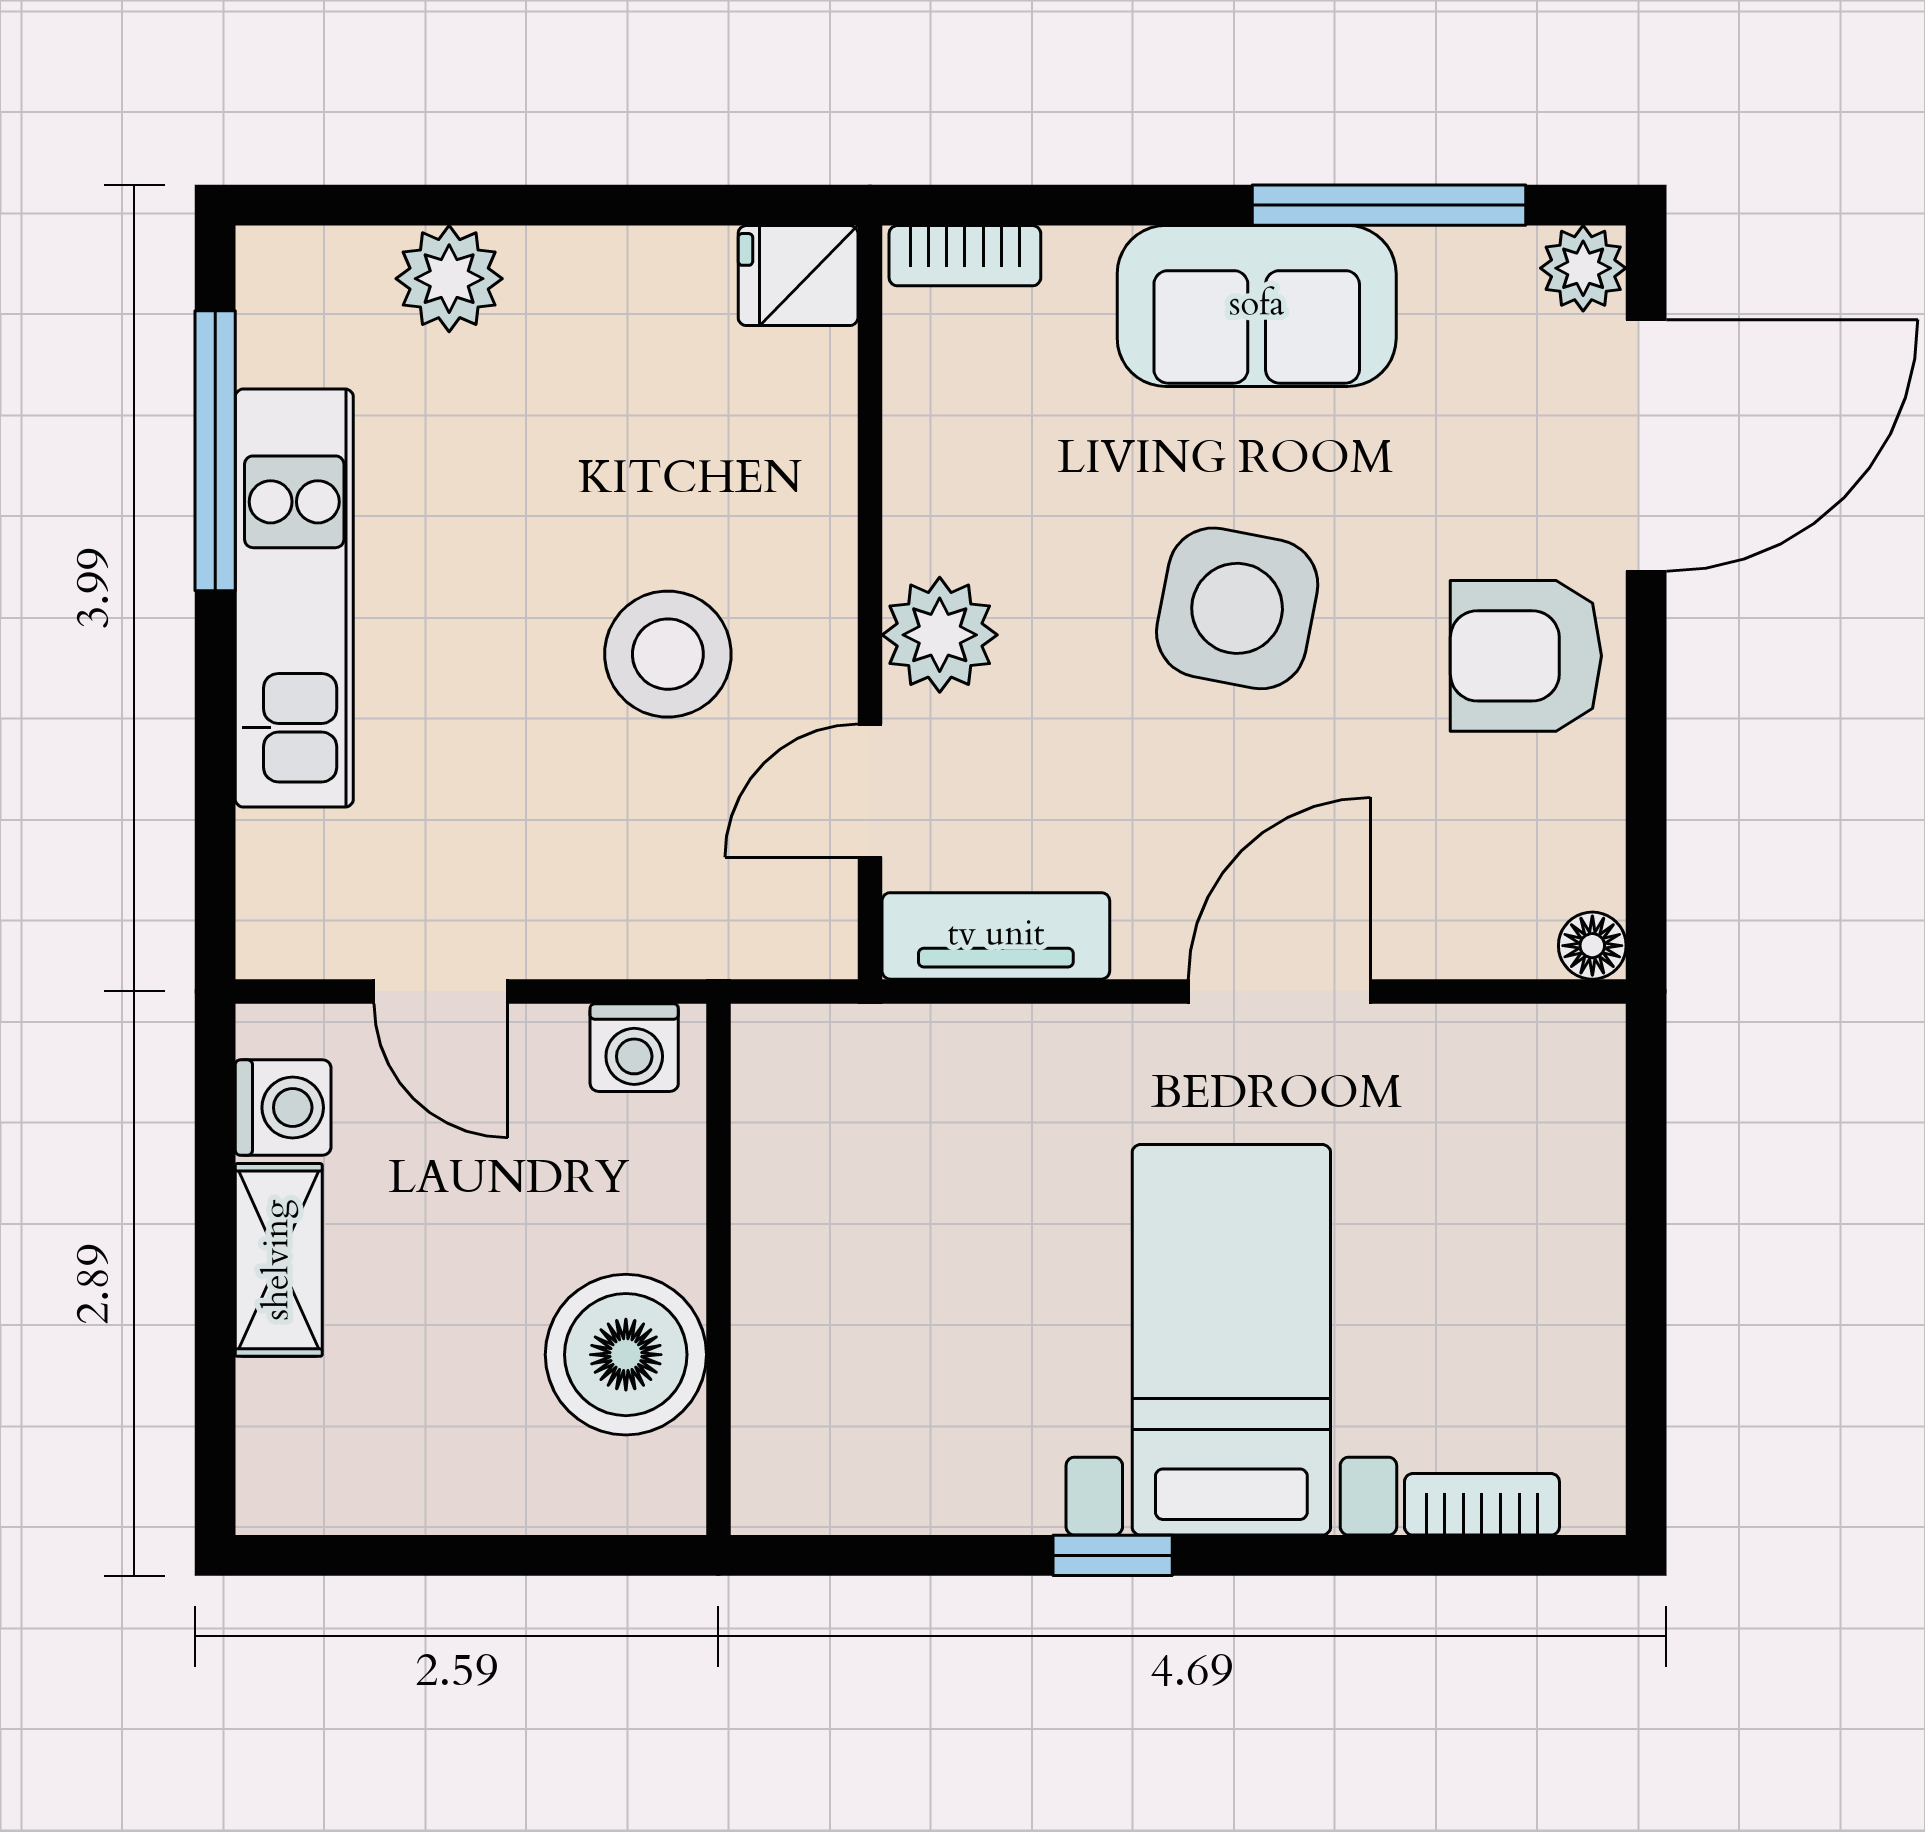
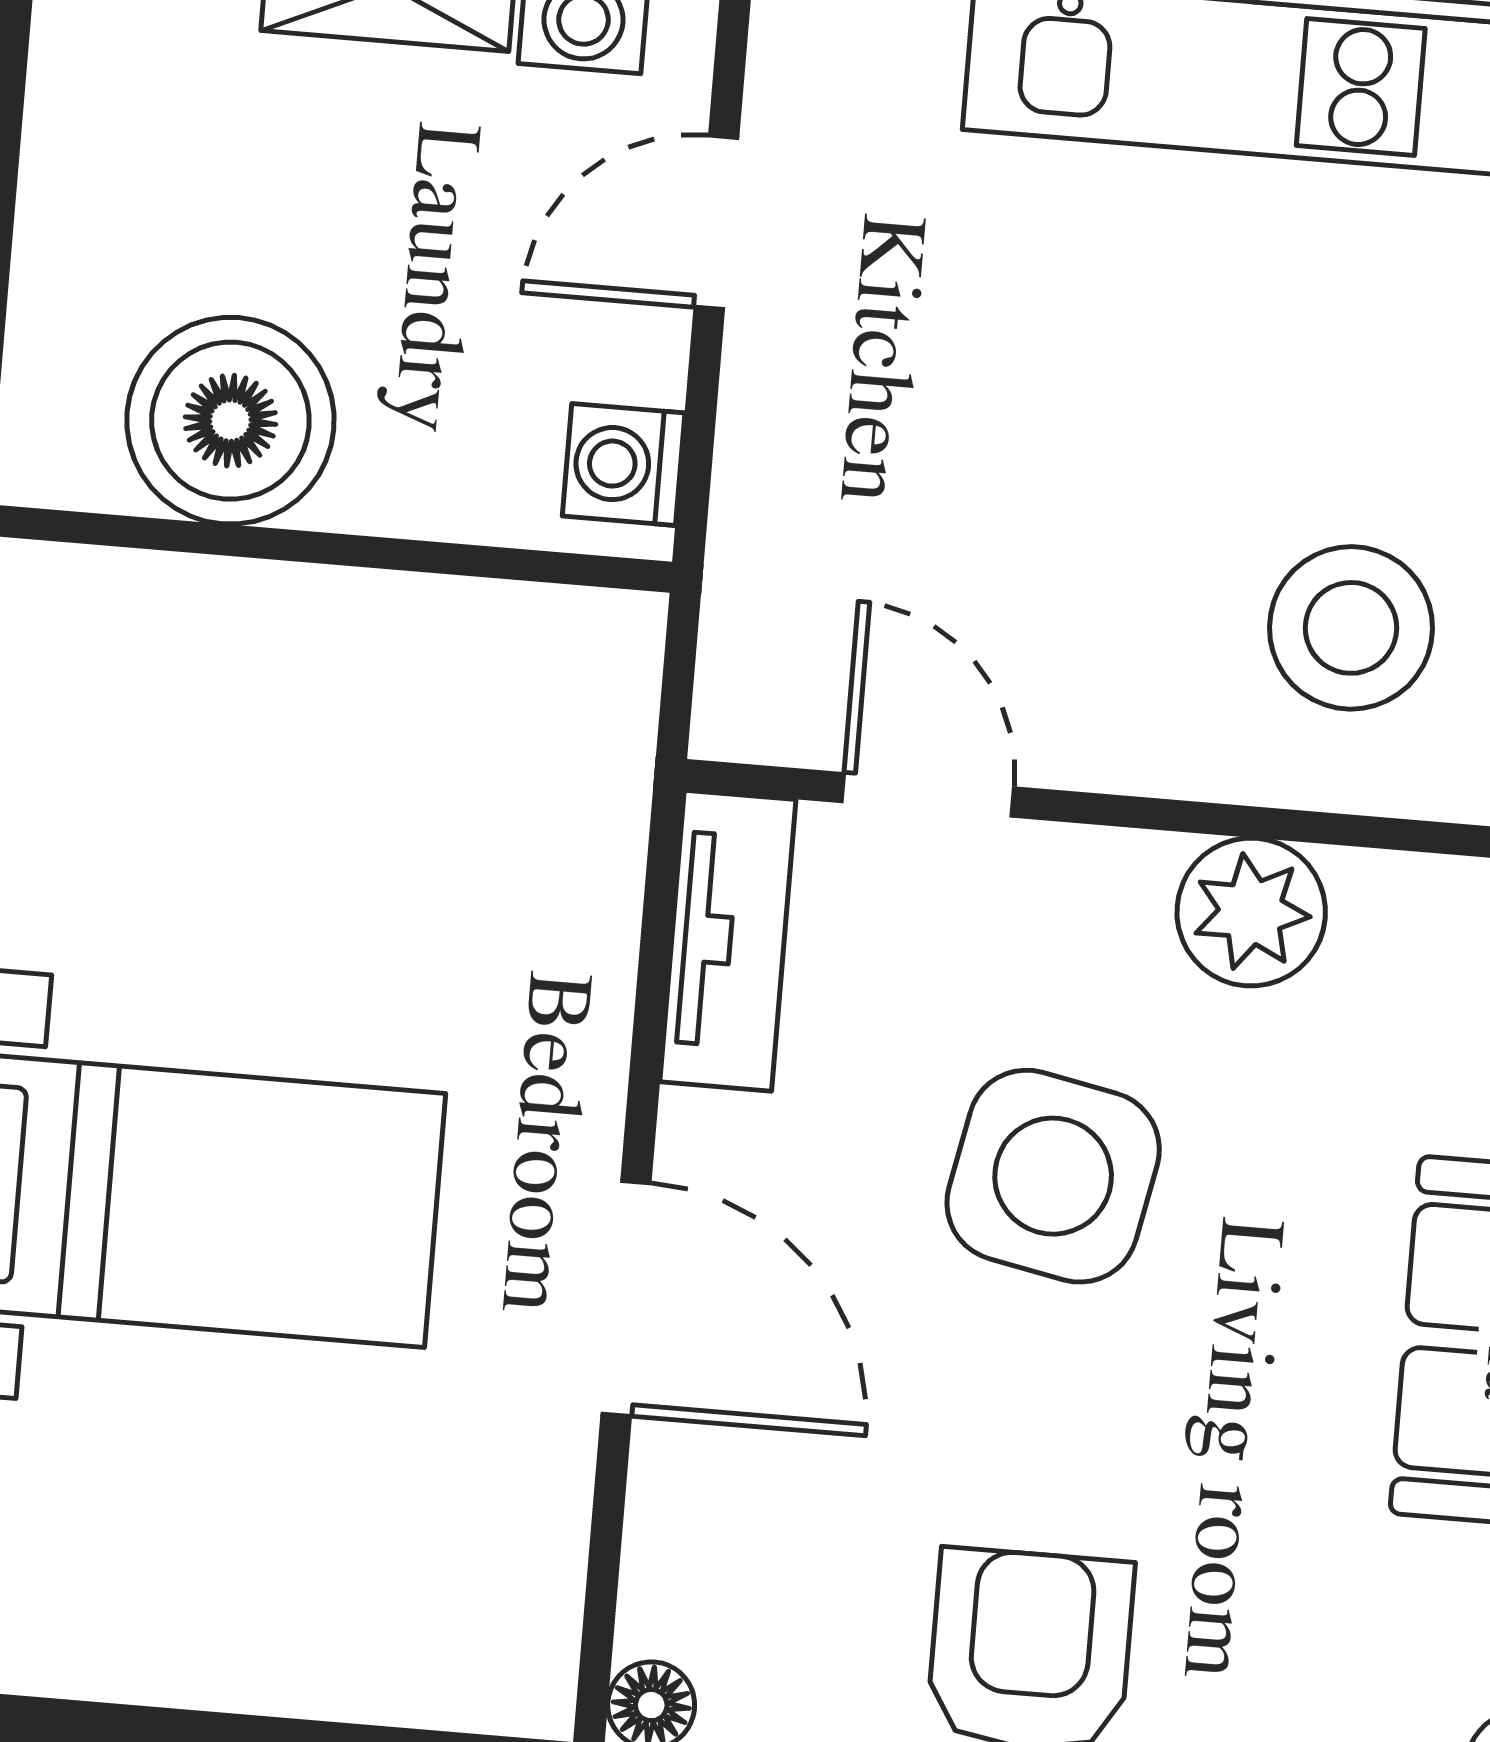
side table: (1237, 608) -> (1053, 1176), moved
plant: (940, 635) -> (1251, 912), moved
stool: (668, 654) -> (1351, 628), moved

